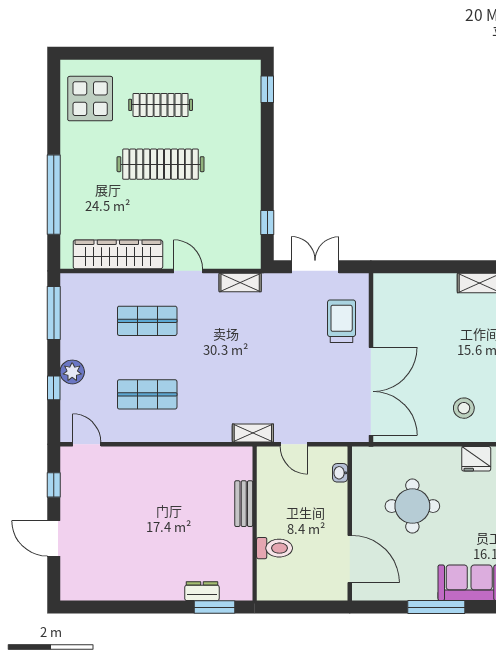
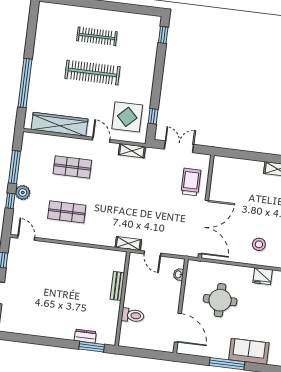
display table: (90, 99) -> (127, 117), moved
window: (54, 313) -> (14, 167), moved

